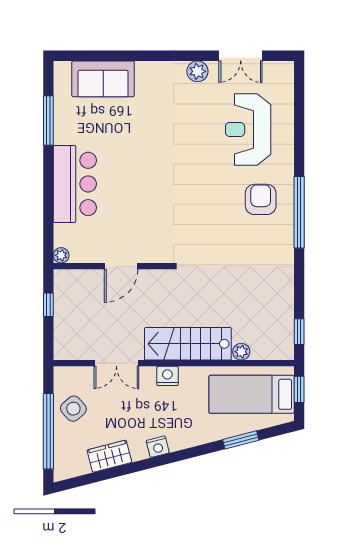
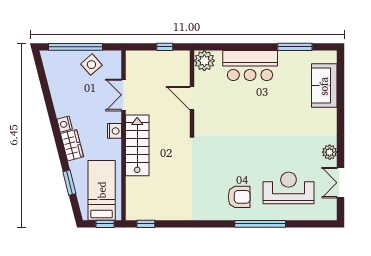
window: (299, 212) -> (260, 224), moved
plant: (61, 255) -> (204, 61), width x1.88, depth x1.88
plant: (241, 352) -> (132, 183), removed
wardrobe: (109, 456) -> (72, 145), moved

